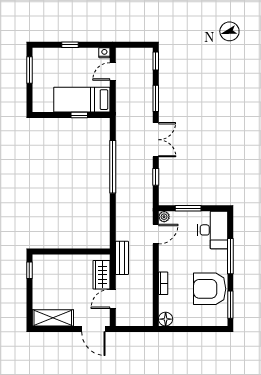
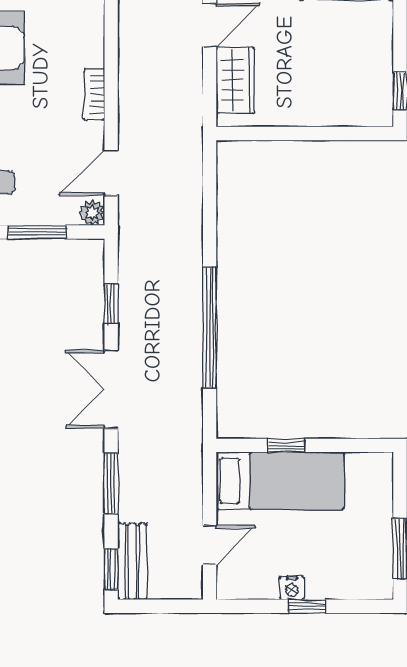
nightstand: (104, 53) -> (292, 588), moved
bench: (122, 258) -> (132, 561), moved
bookcase: (163, 283) -> (94, 95), moved

